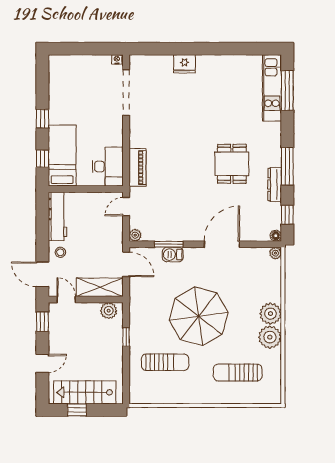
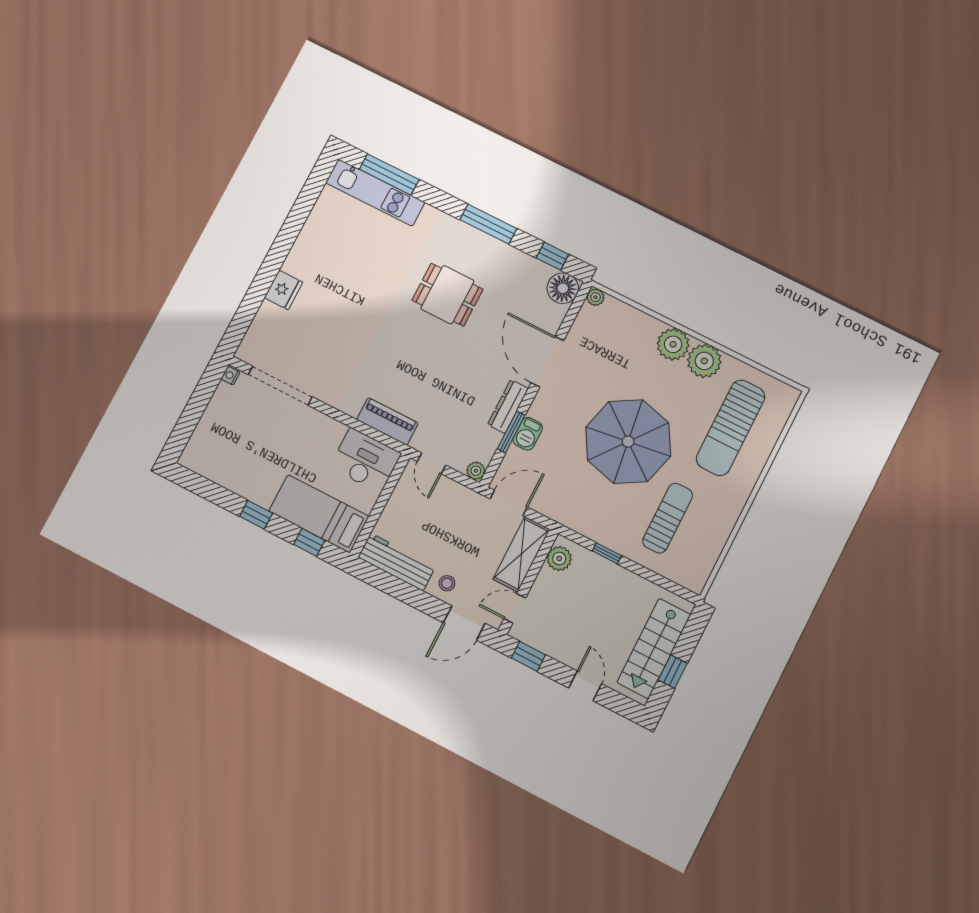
dresser: (275, 185) -> (508, 407), moved, turned 90
floor lamp: (276, 236) -> (563, 288), width x1.89, depth x1.89
sun lounger: (238, 373) -> (731, 428), width x1.36, depth x1.34

